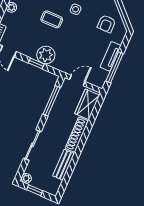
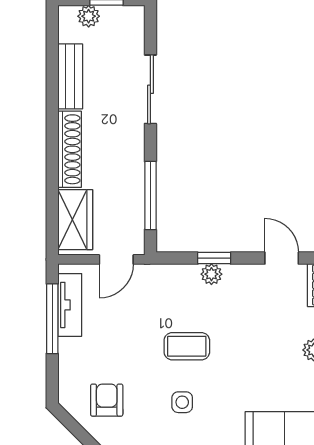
coffee table: (52, 19) -> (187, 346), moved
plant: (46, 55) -> (211, 274), width x0.53, depth x0.53
tv unit: (111, 56) -> (70, 305), moved
plant: (26, 178) -> (89, 16), moved

